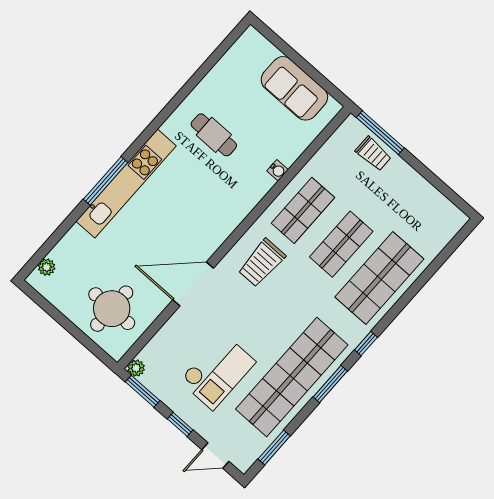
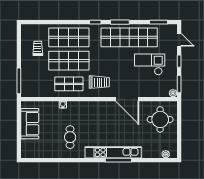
trolley: (373, 154) -> (38, 48), moved
shop shelf: (341, 244) -> (69, 61), width x1.43, depth x1.36

